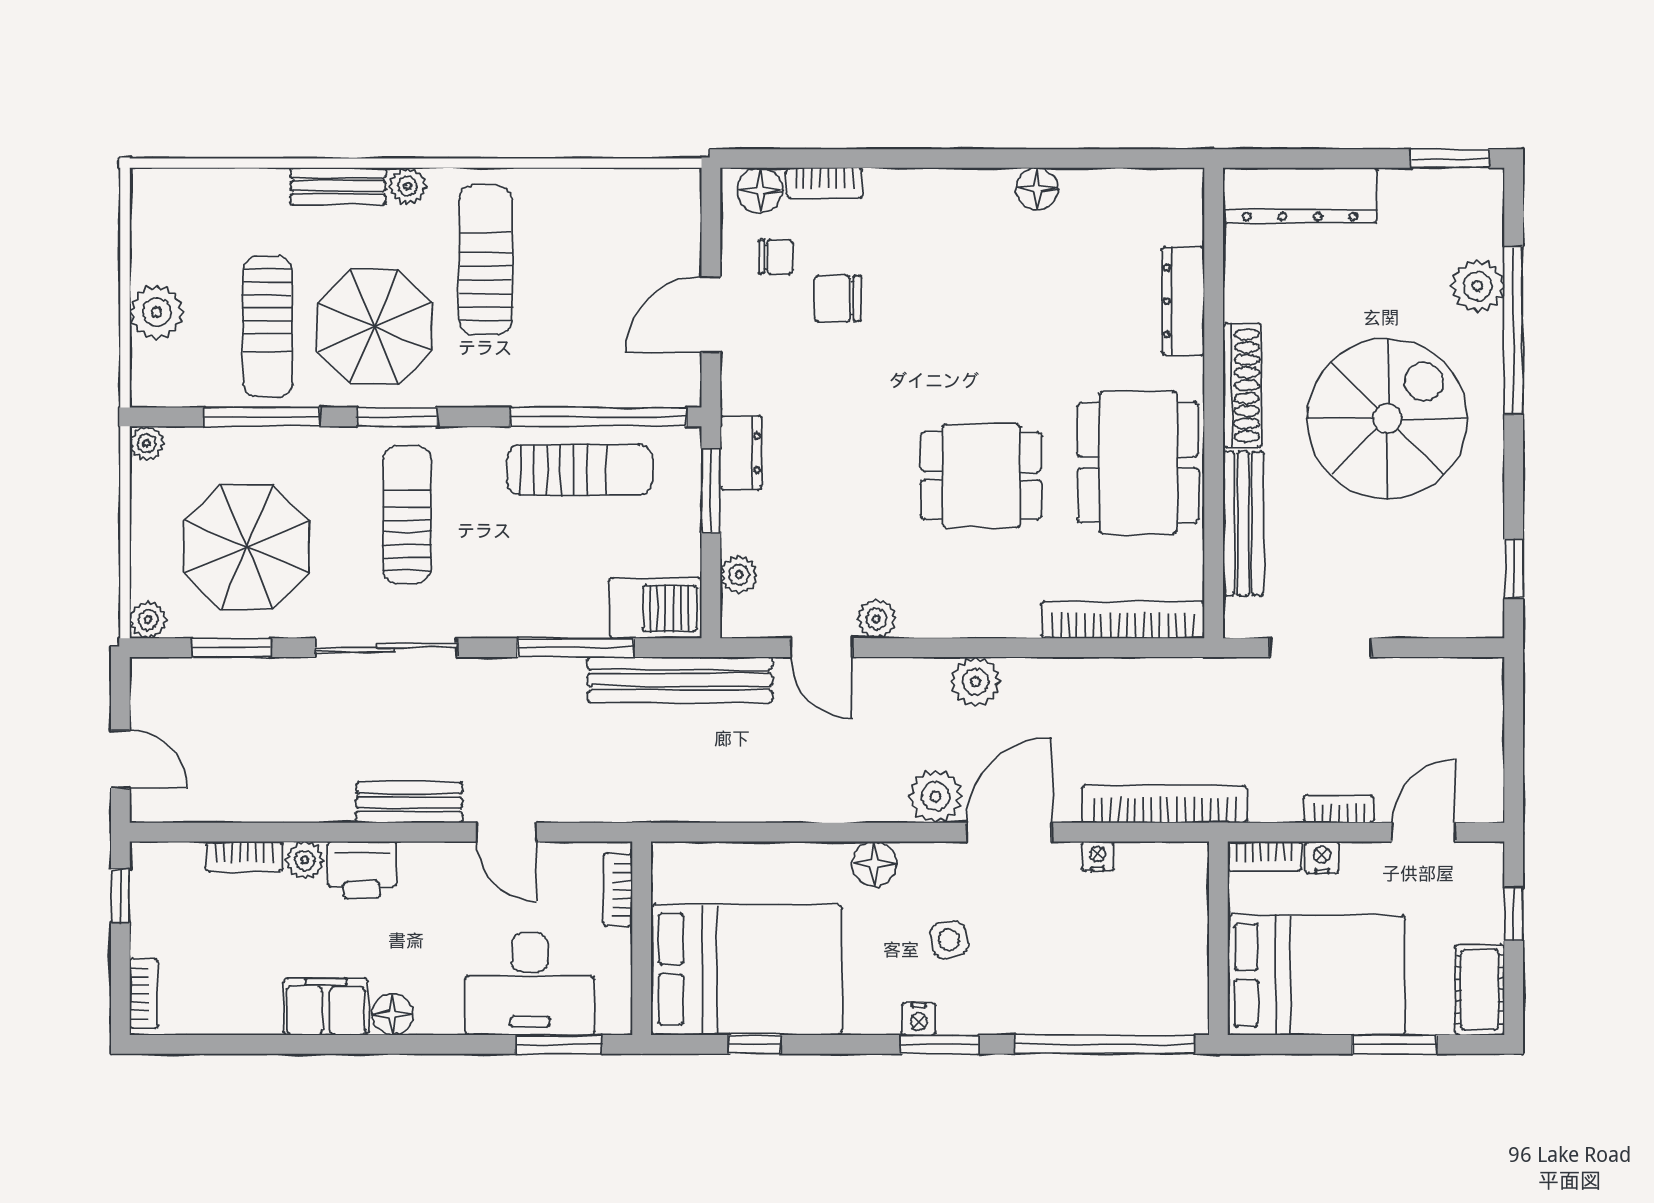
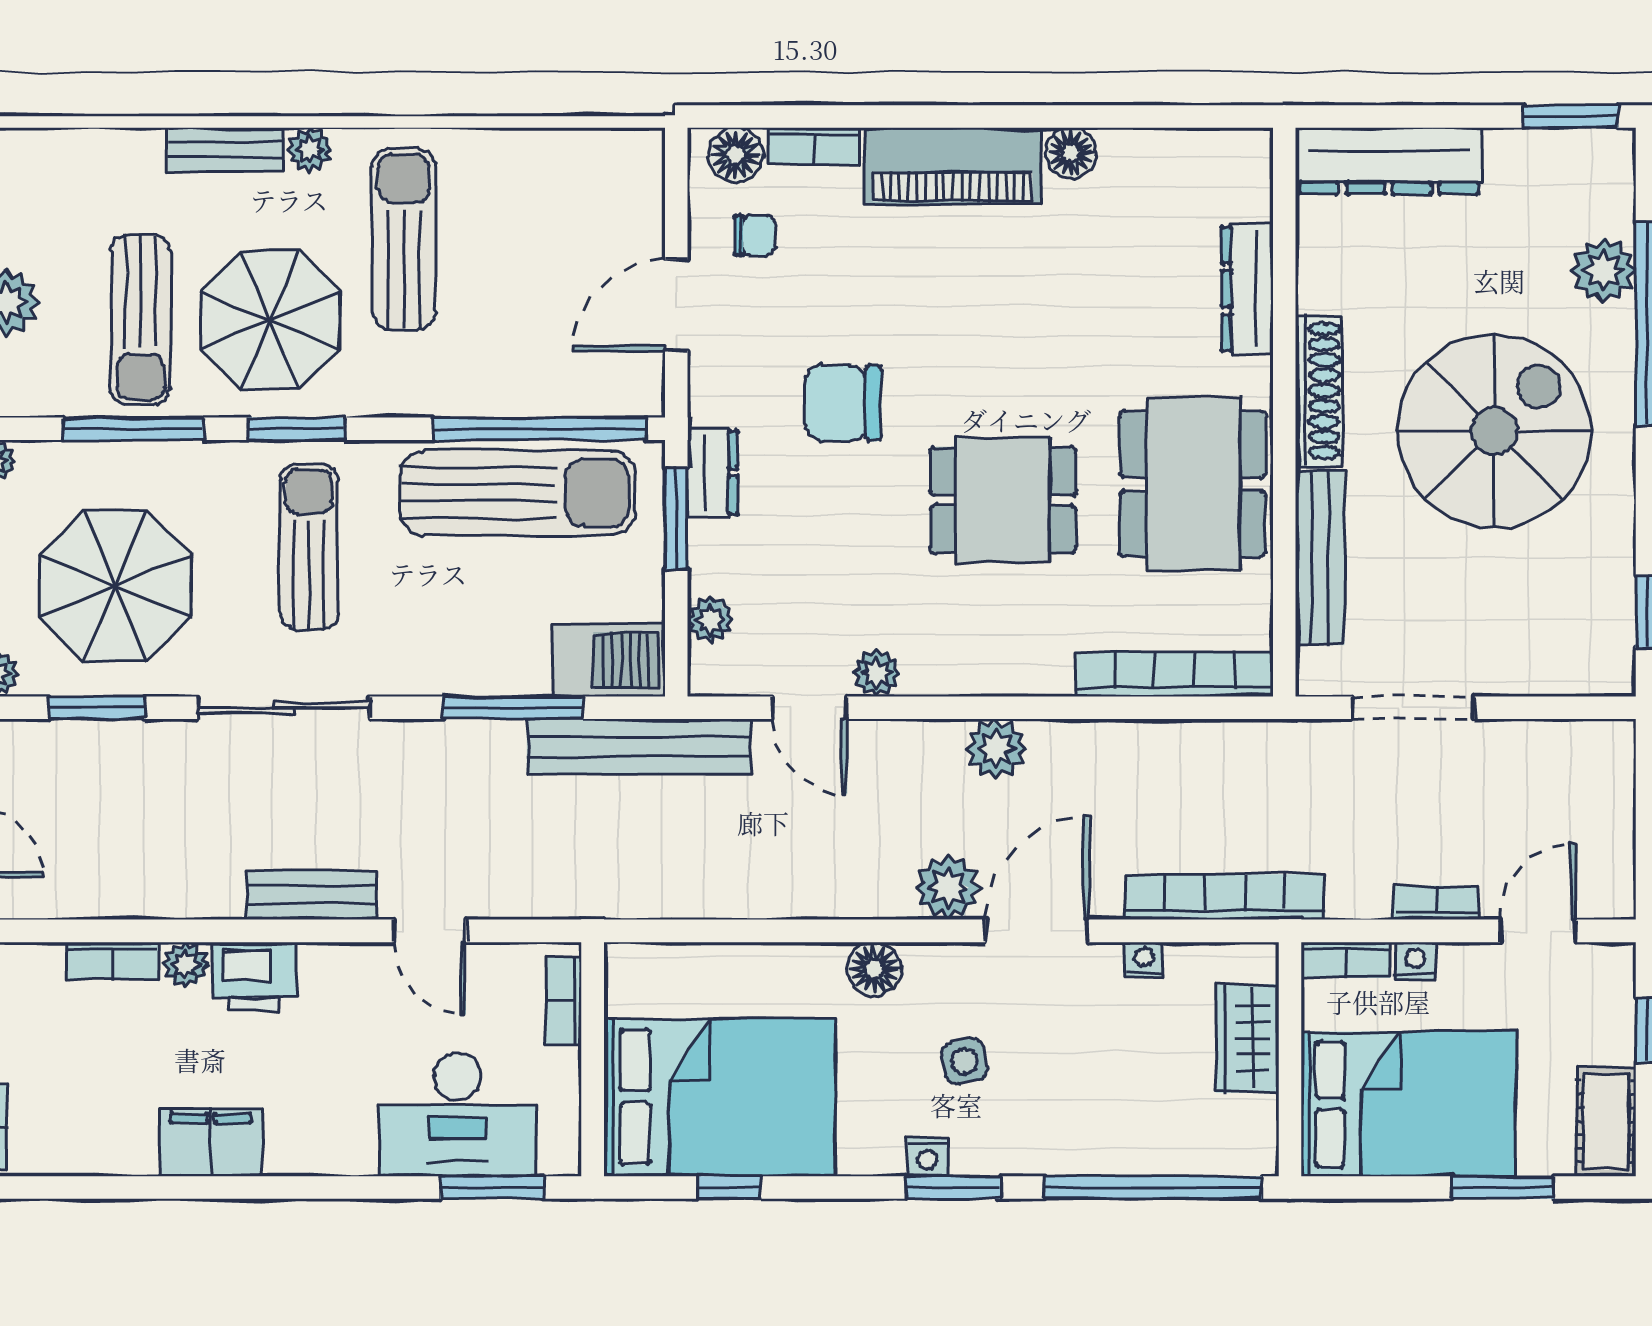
piano: (939, 200) -> (953, 166), added
chair: (838, 298) -> (843, 403), moved, width x1.37, depth x1.37
sun lounger: (580, 470) -> (518, 493), width x1.36, depth x1.34
wardrobe: (1183, 921) -> (1247, 1039), added
floor lamp: (393, 1014) -> (292, 1151), removed

